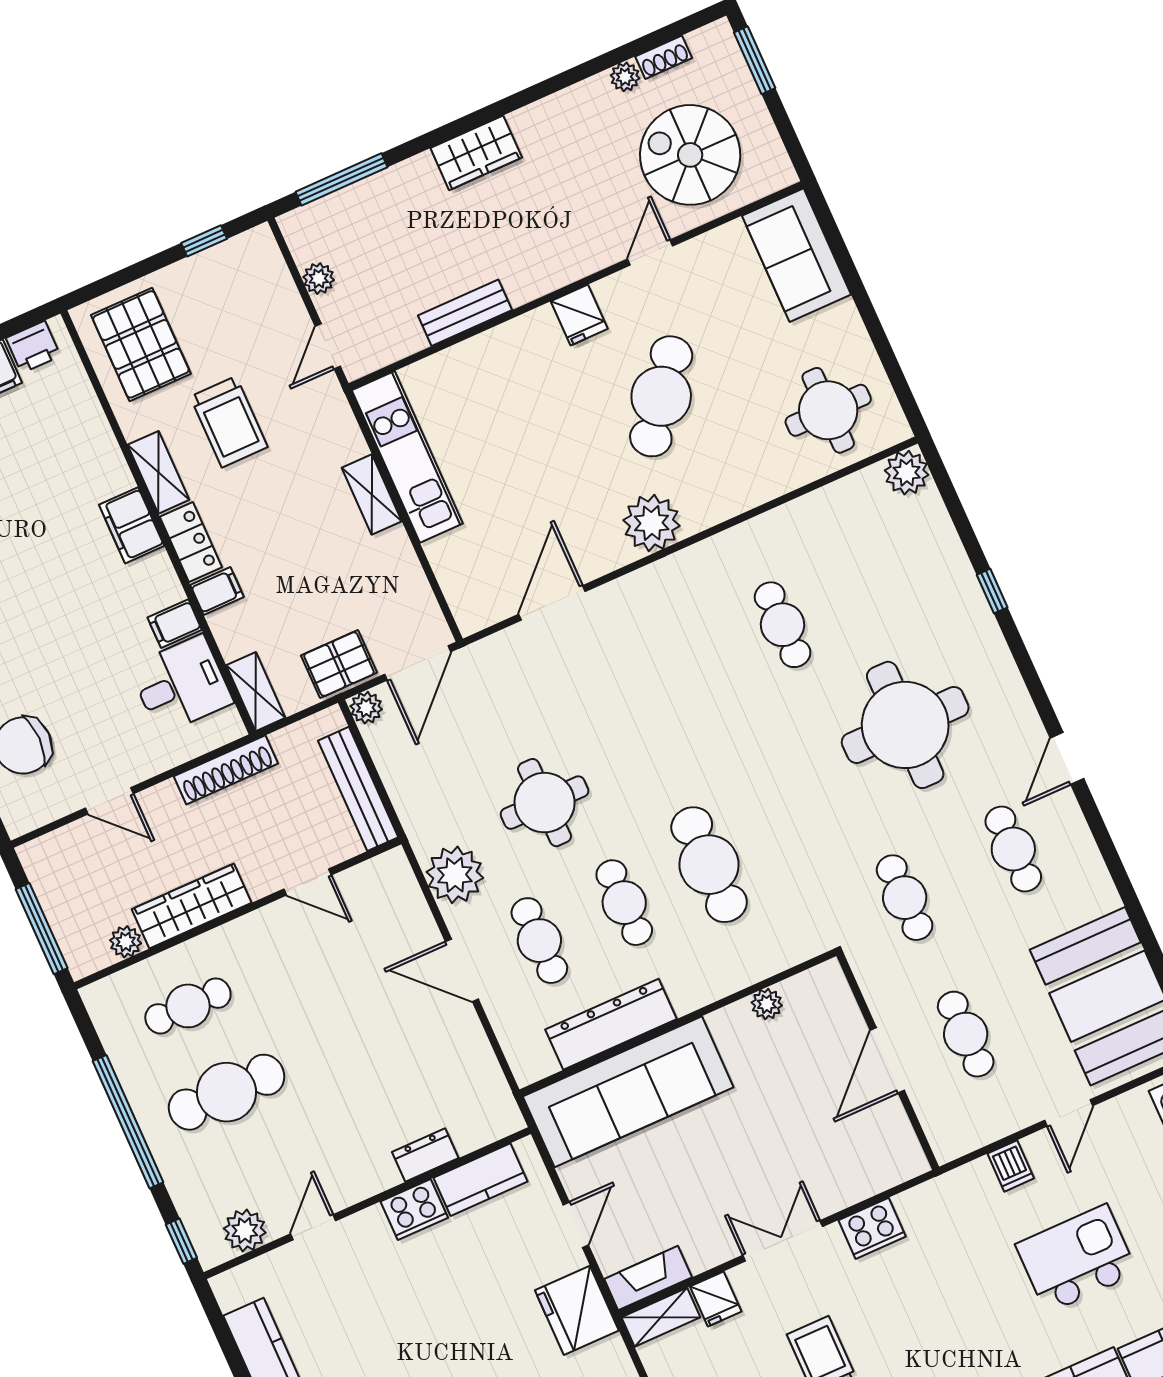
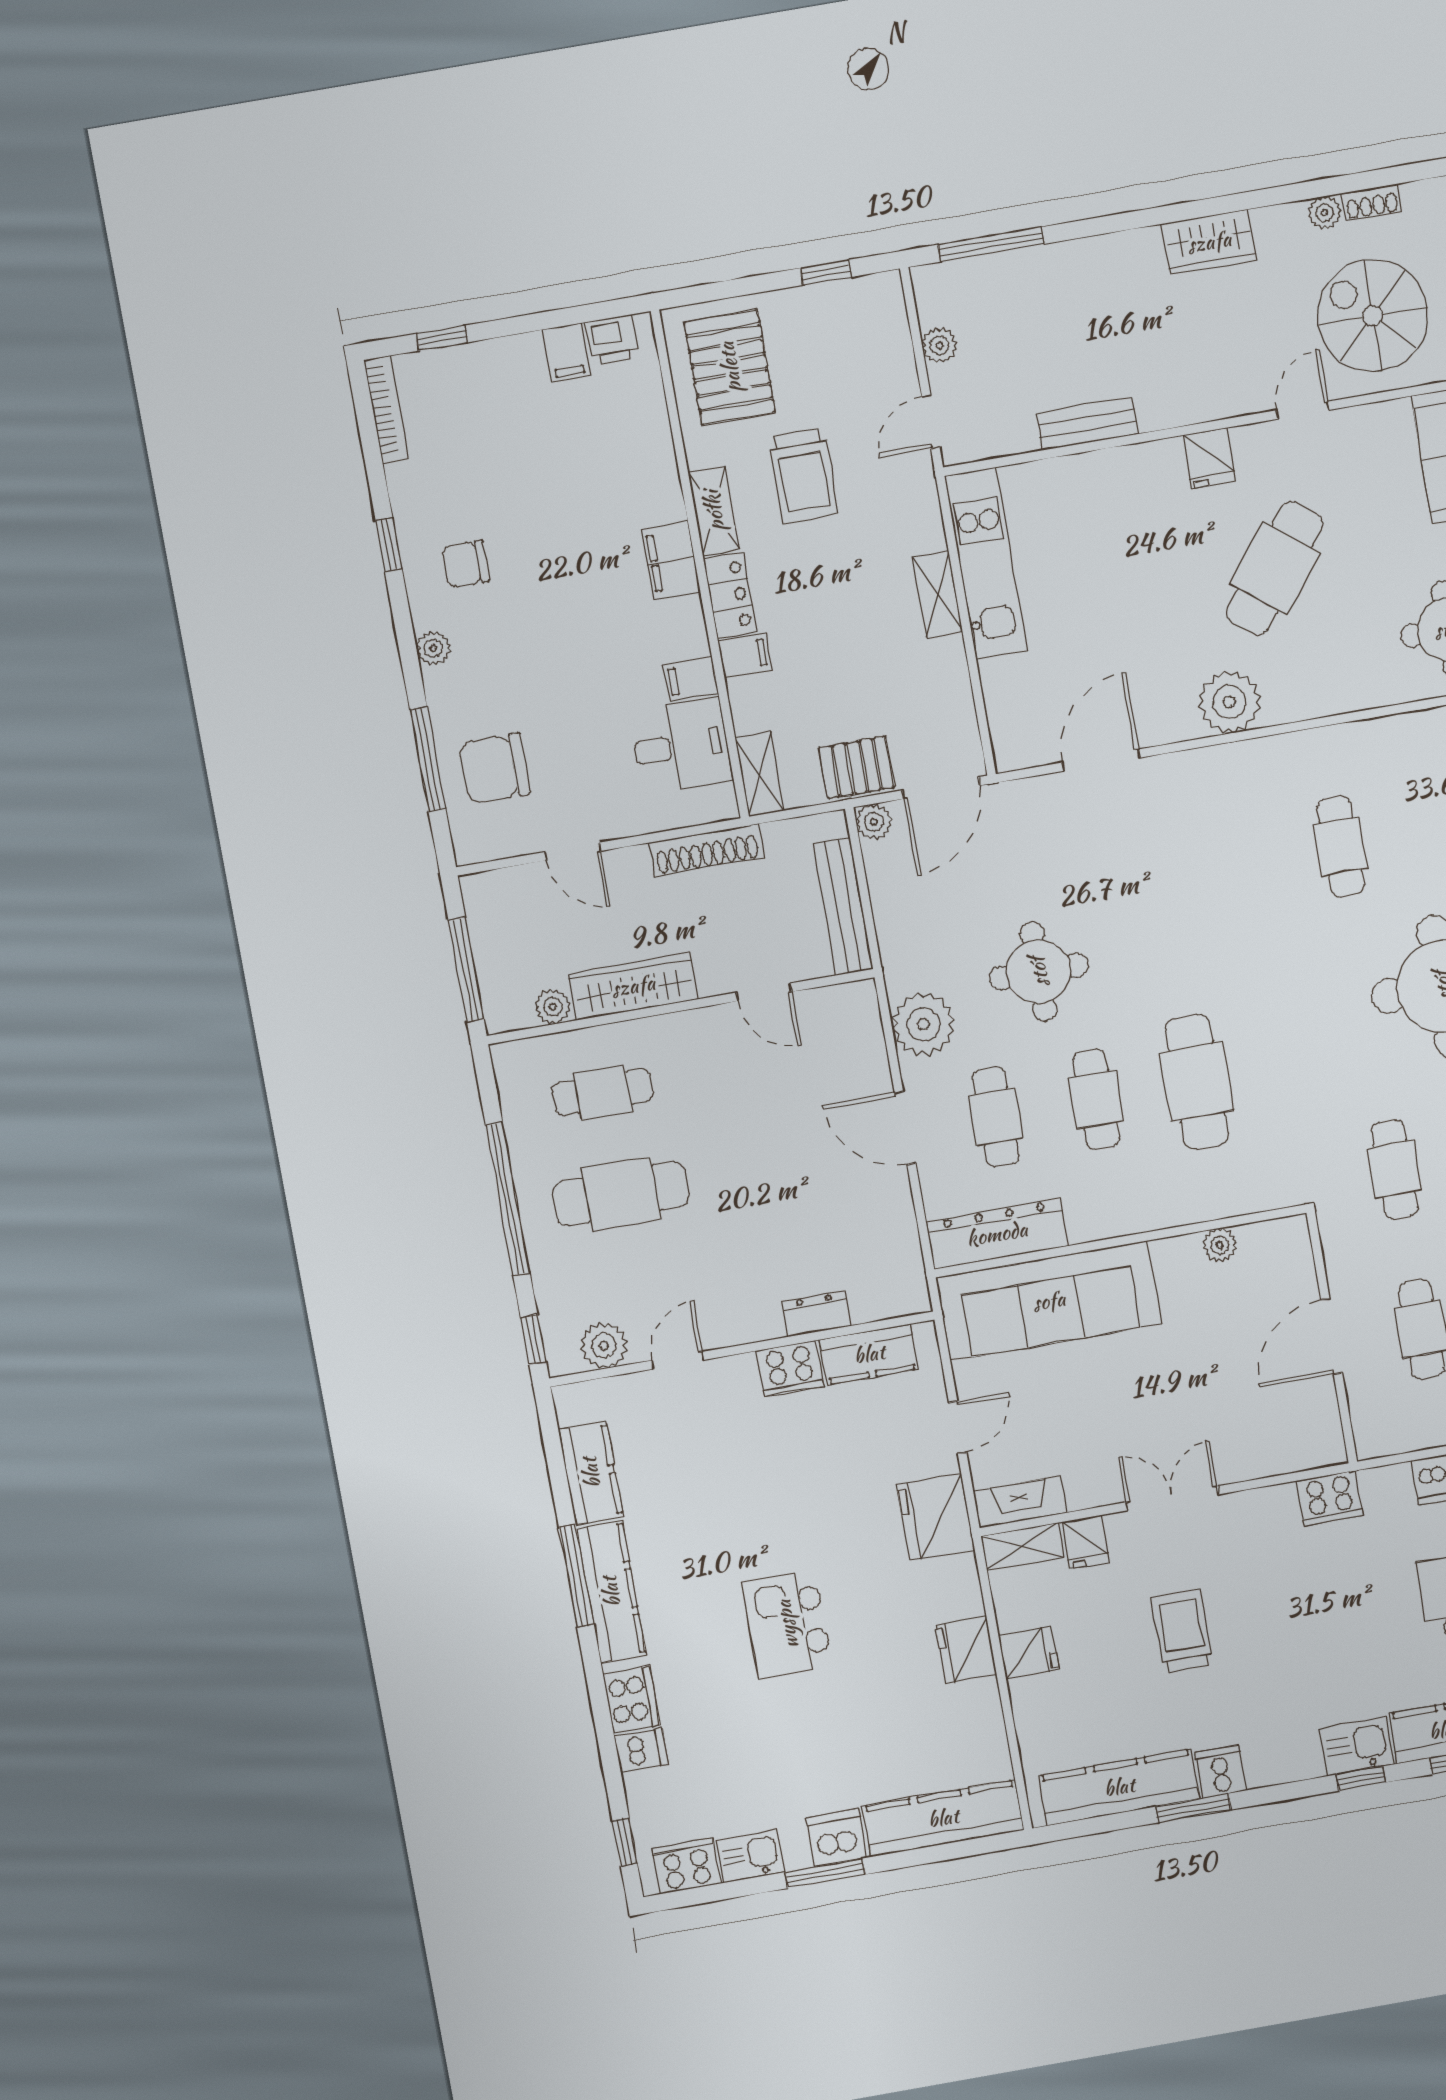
wardrobe: (476, 153) -> (1209, 242), moved
dresser: (611, 1024) -> (997, 1234), moved
cooker: (872, 1228) -> (1330, 1498), moved

